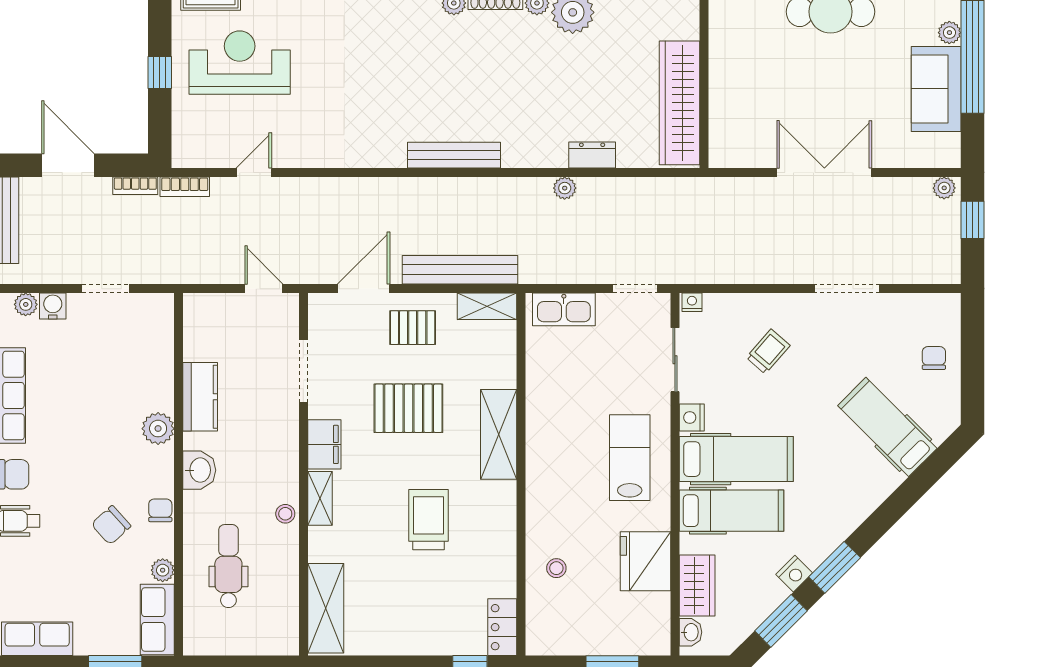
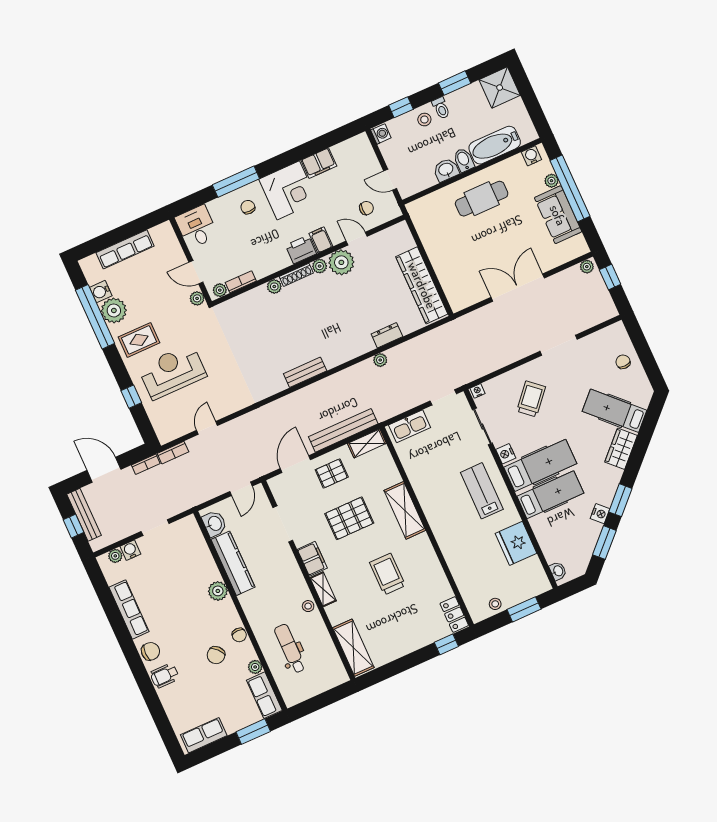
bench: (454, 155) -> (305, 372), width x0.73
door: (264, 289) -> (241, 489), swing flipped
trolley: (768, 351) -> (531, 399), width x1.36, depth x1.39
kitchen counter: (200, 397) -> (233, 563), width x1.50
washbasin: (199, 470) -> (214, 524), moved
chair: (160, 510) -> (239, 635), turned 180
stool: (556, 568) -> (495, 604), moved
wardrobe: (697, 585) -> (621, 449), moved, turned -135

